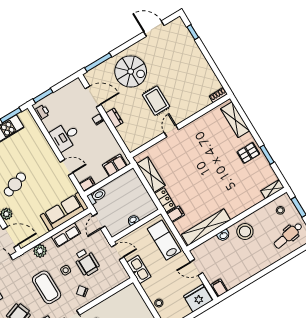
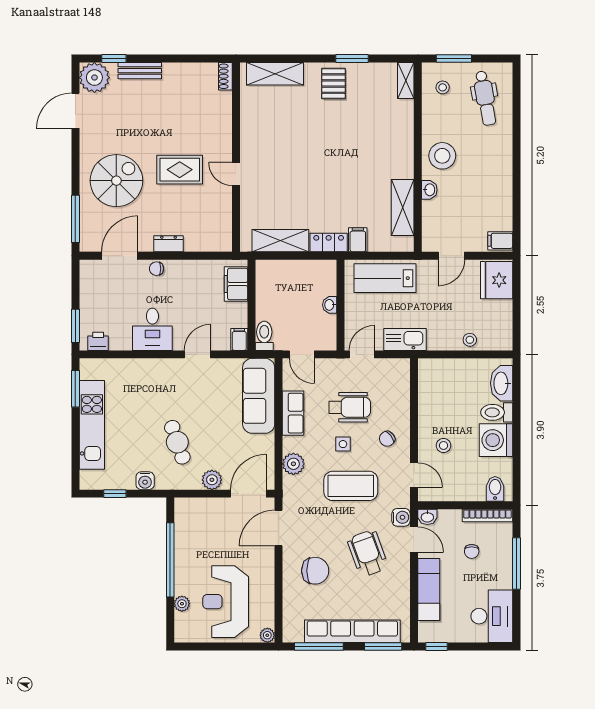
plant: (177, 28) -> (94, 78), added
bench: (195, 49) -> (140, 71), added
shelving: (206, 227) -> (403, 208), width x0.68

